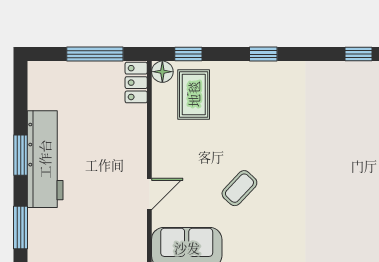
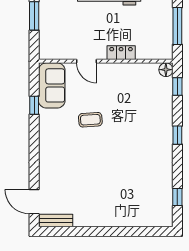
locker: (136, 83) -> (121, 53), moved
rug: (194, 94) -> (151, 90), removed
coffee table: (239, 188) -> (90, 120), turned -47

